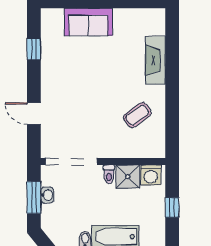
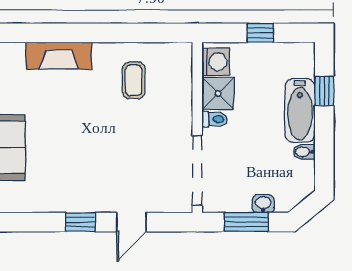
window: (34, 49) -> (80, 222), moved
coffee table: (137, 115) -> (134, 80), turned 36
washbasin: (47, 195) -> (263, 204), moved

